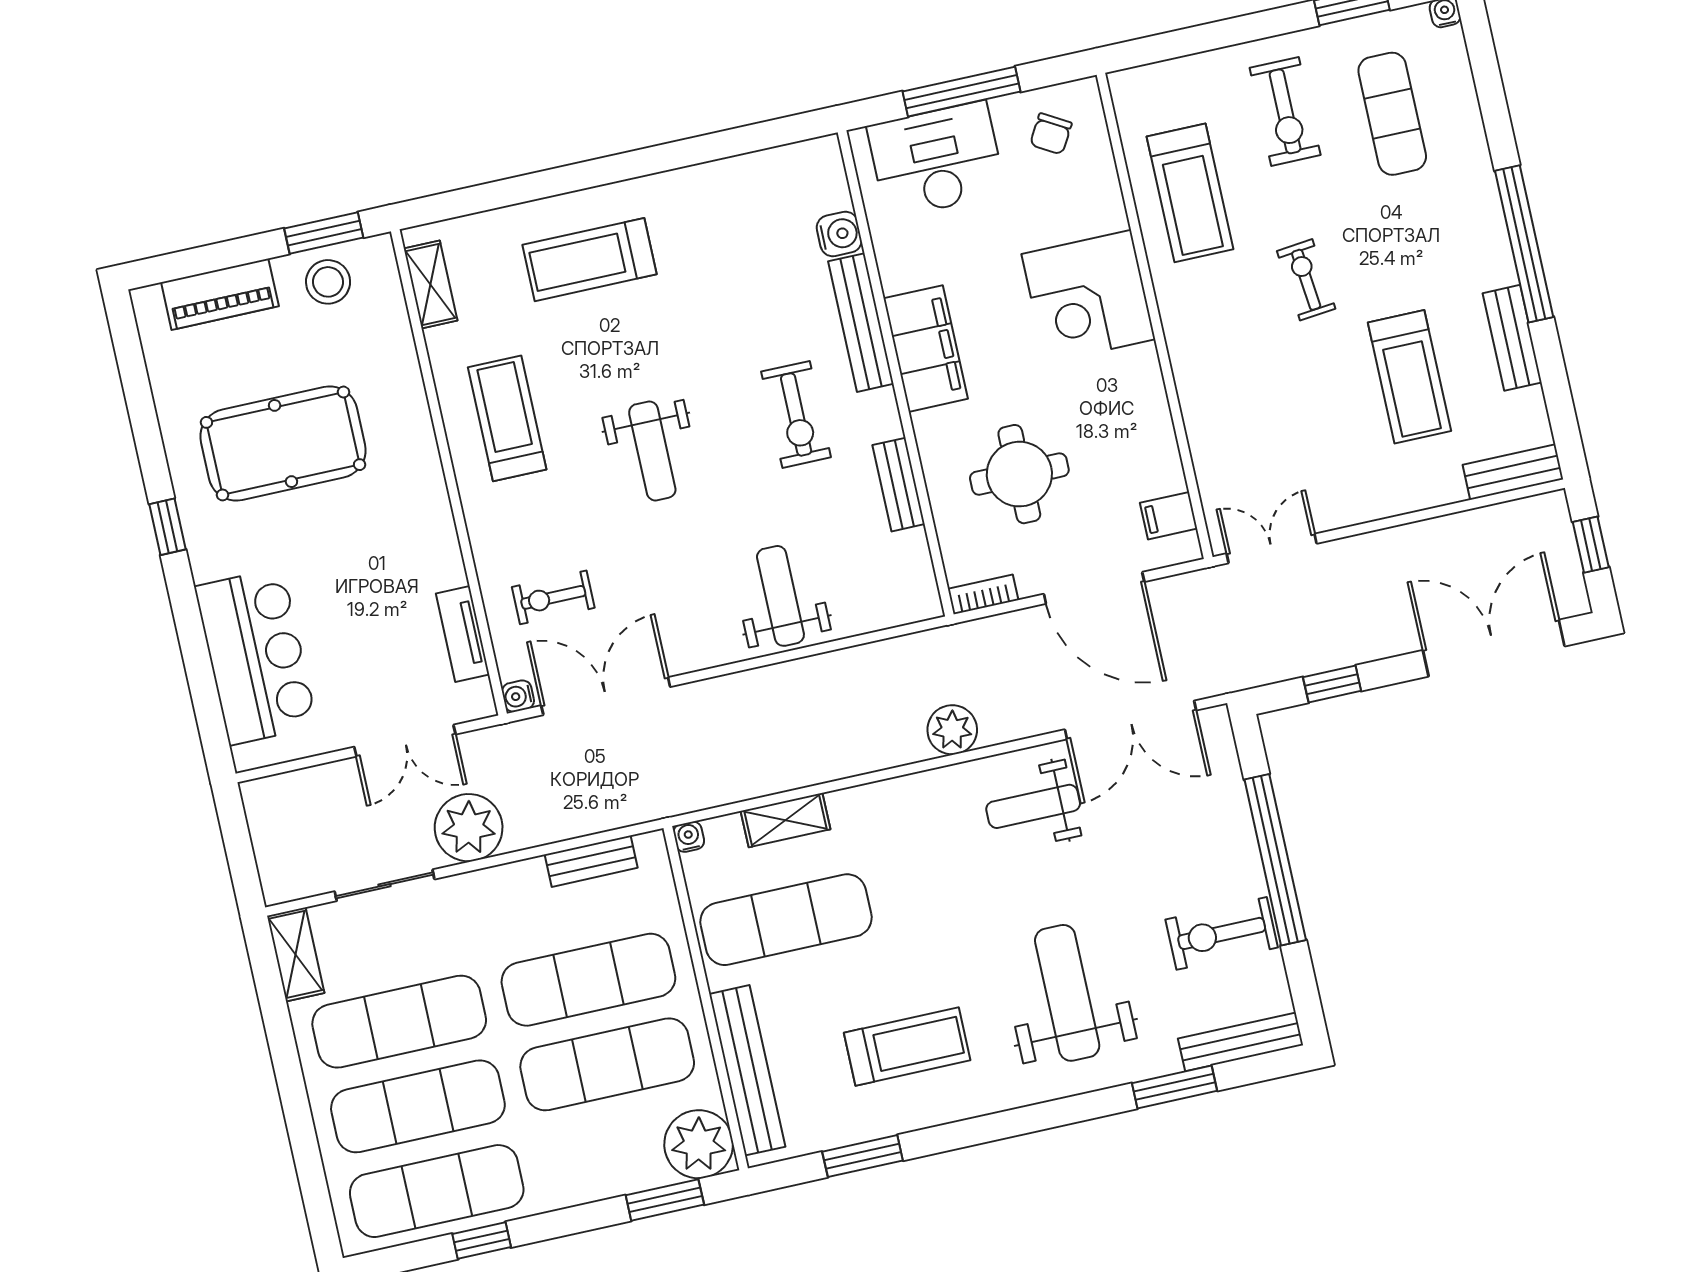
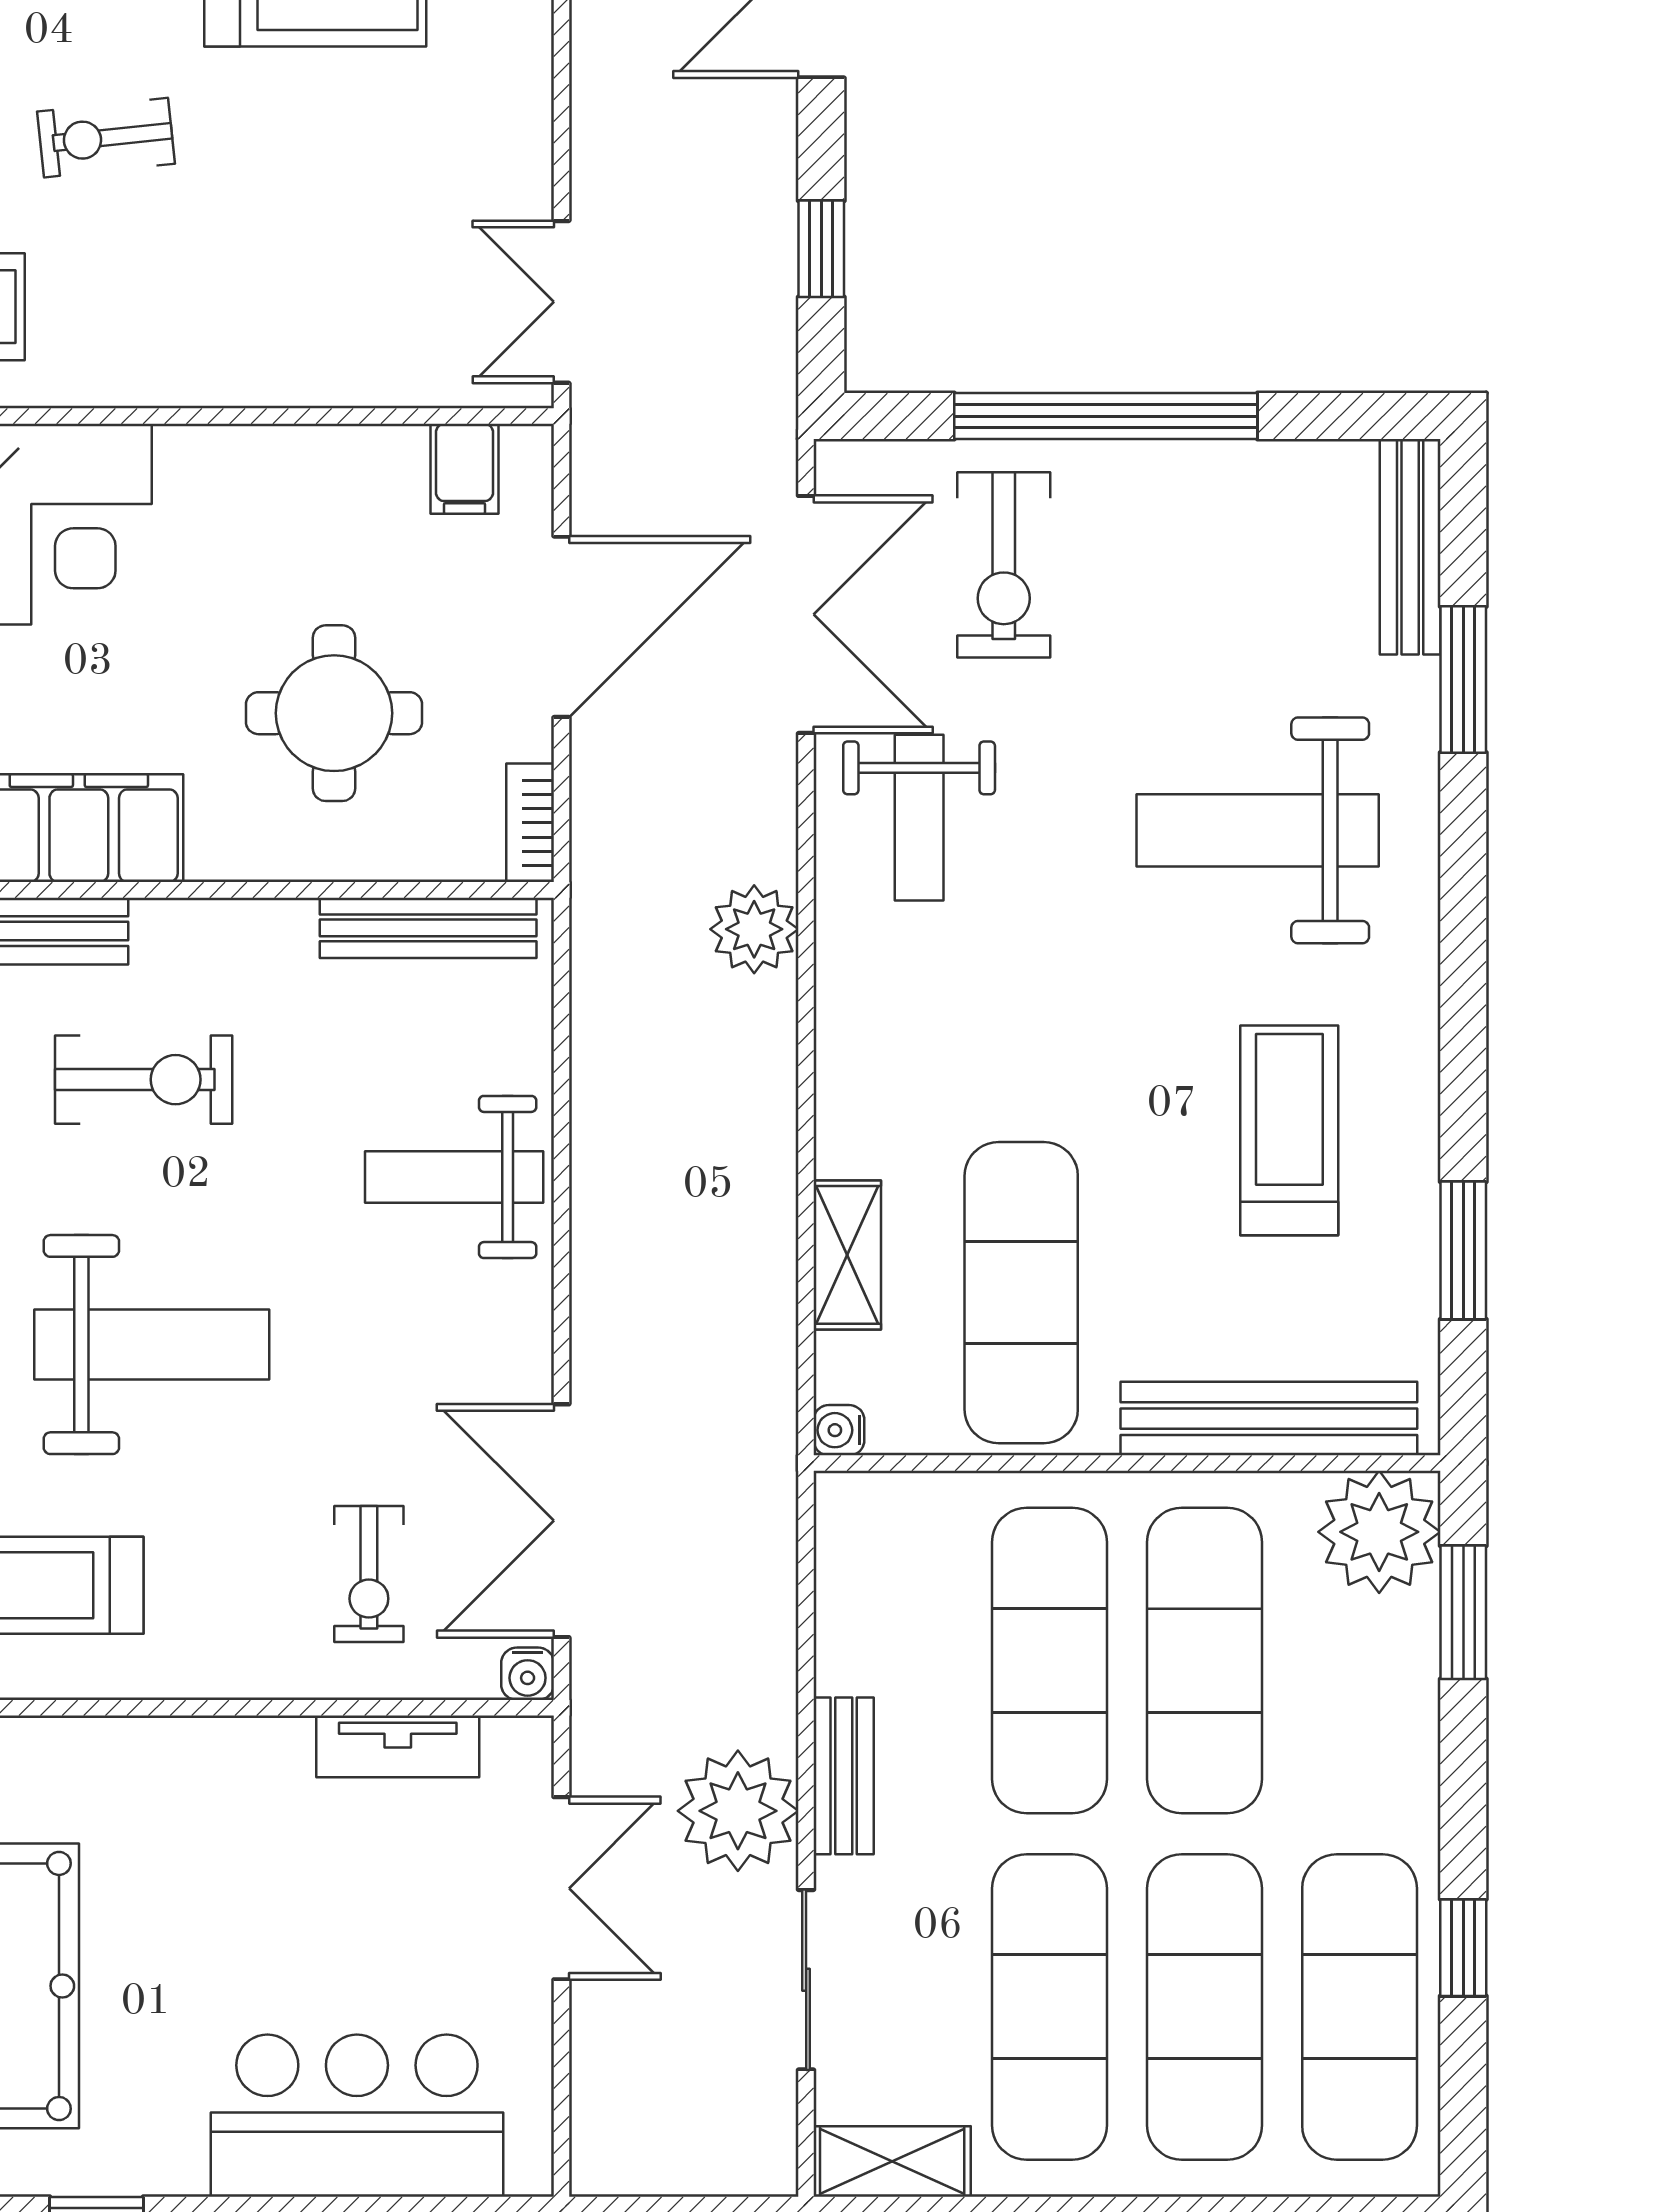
weight bench: (652, 451) -> (152, 1345), width x1.36, depth x1.33
bench: (899, 485) -> (428, 928), moved, width x1.36
bench: (591, 861) -> (844, 1776), moved
exercise bike: (1222, 933) -> (1004, 565), moved

